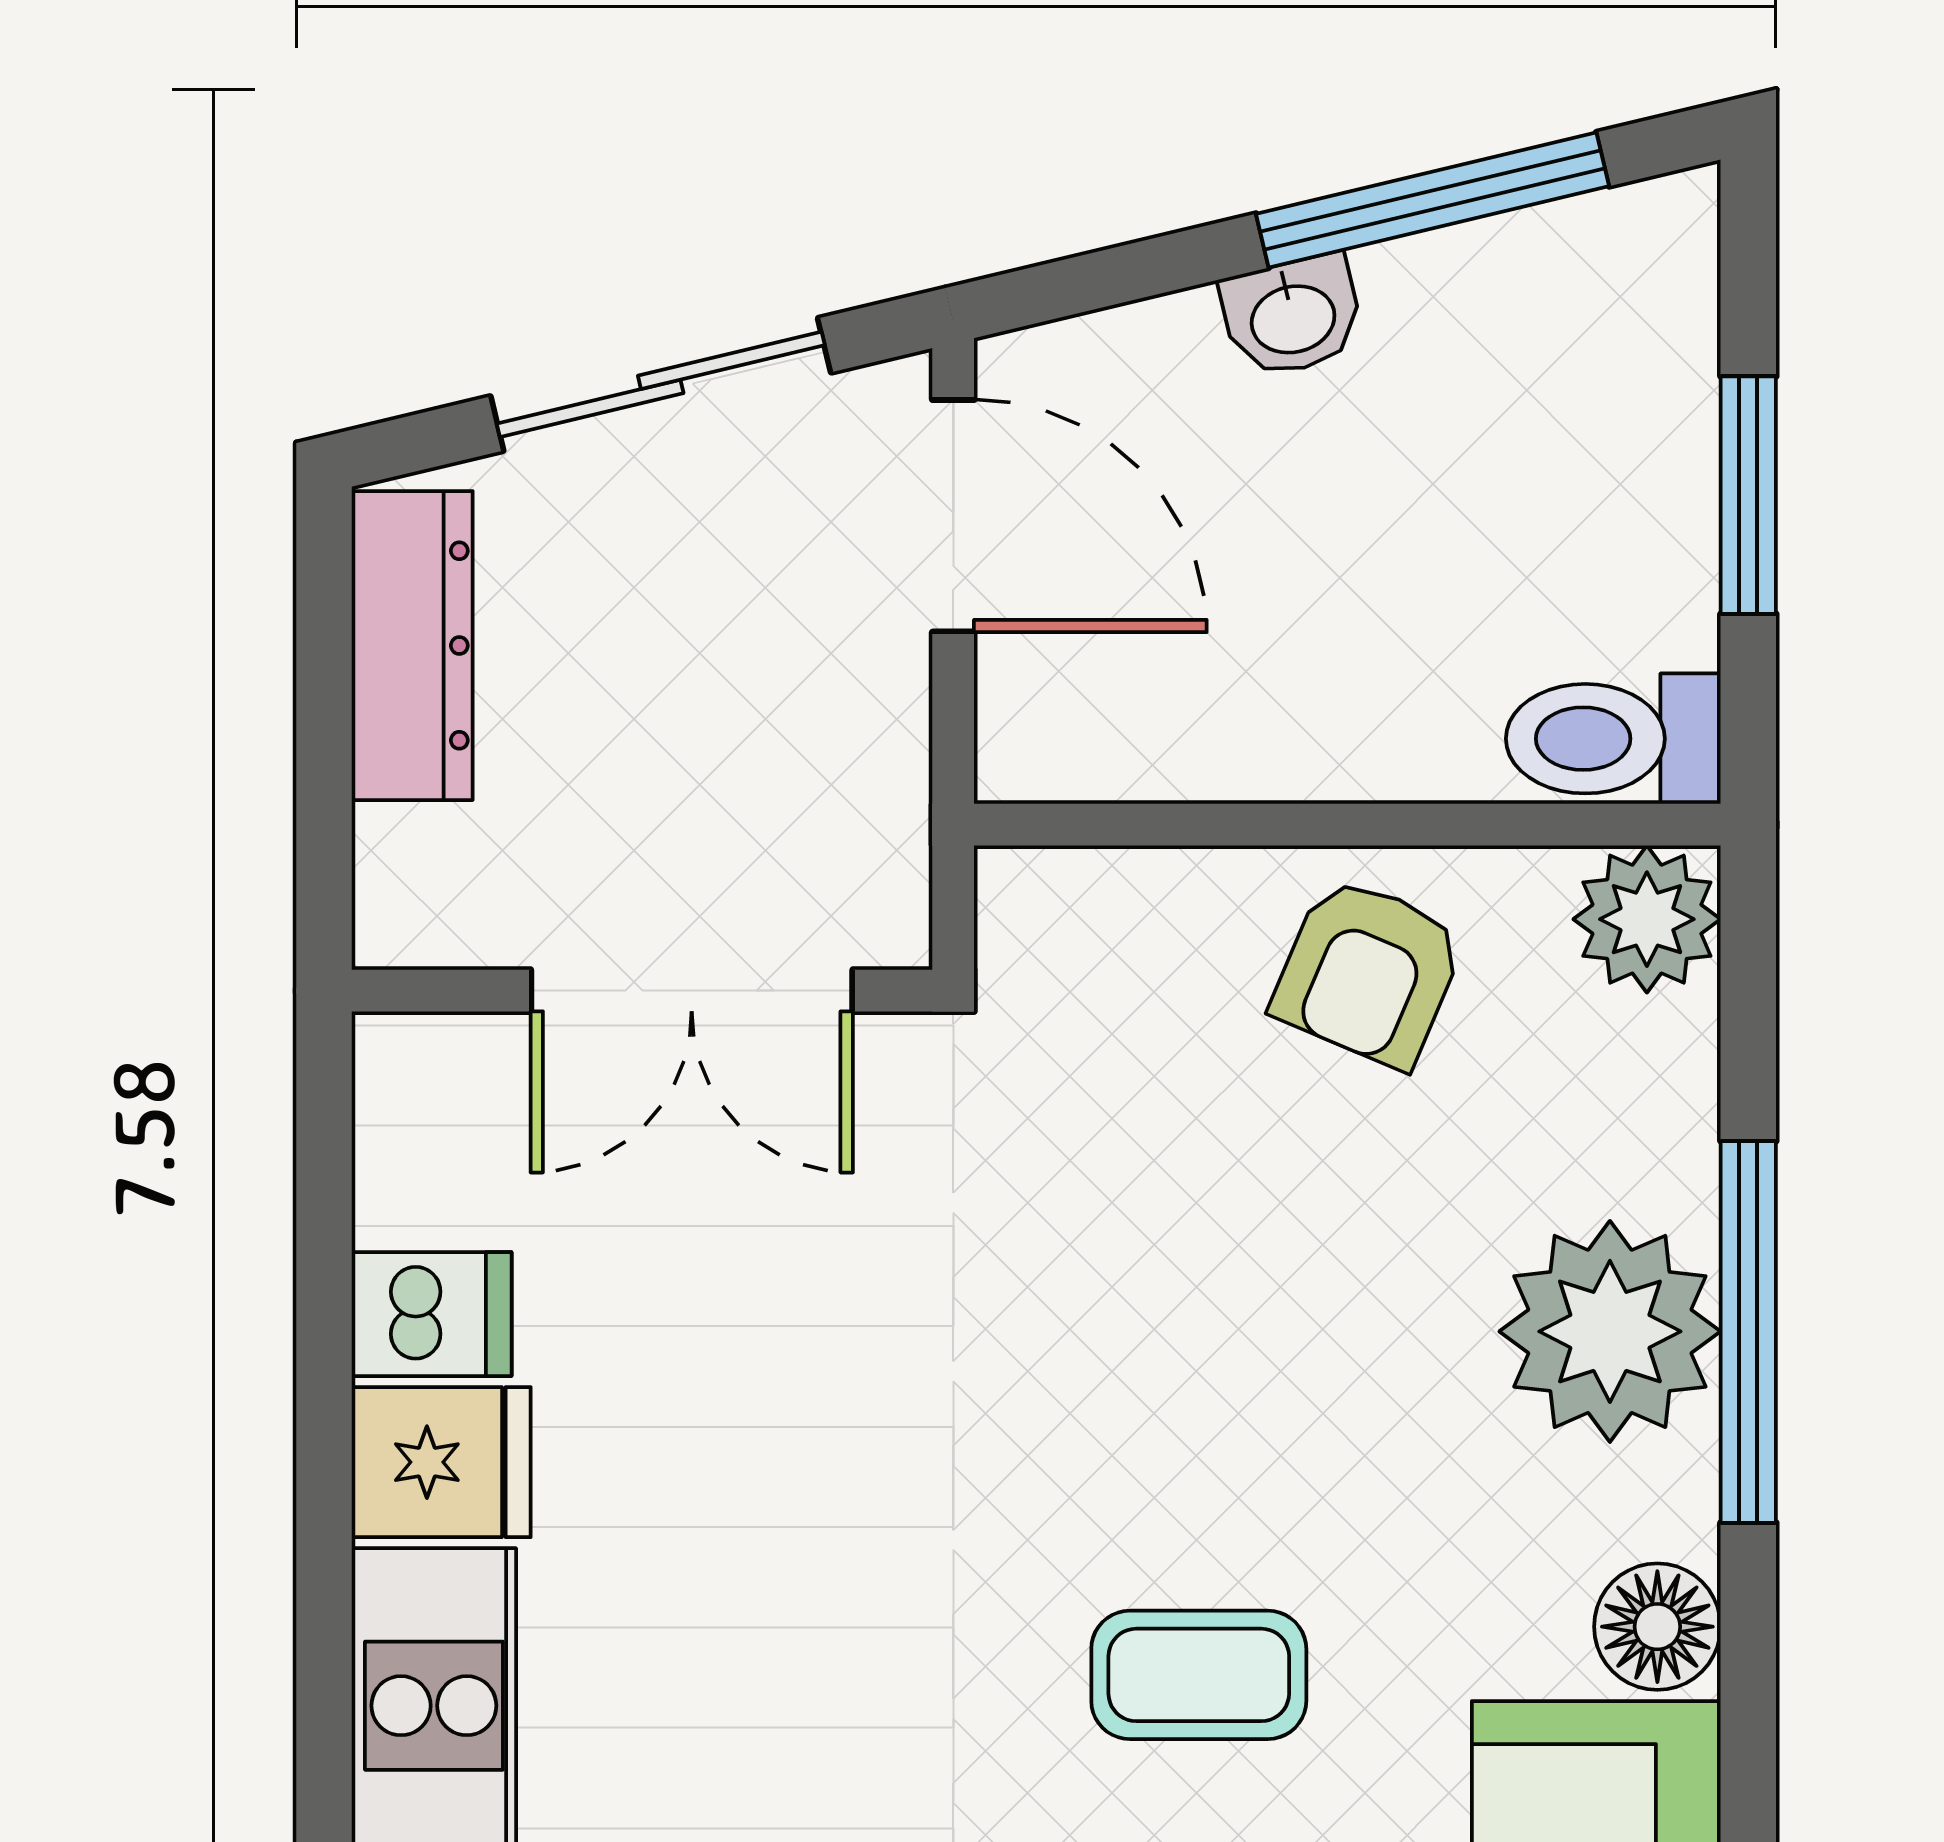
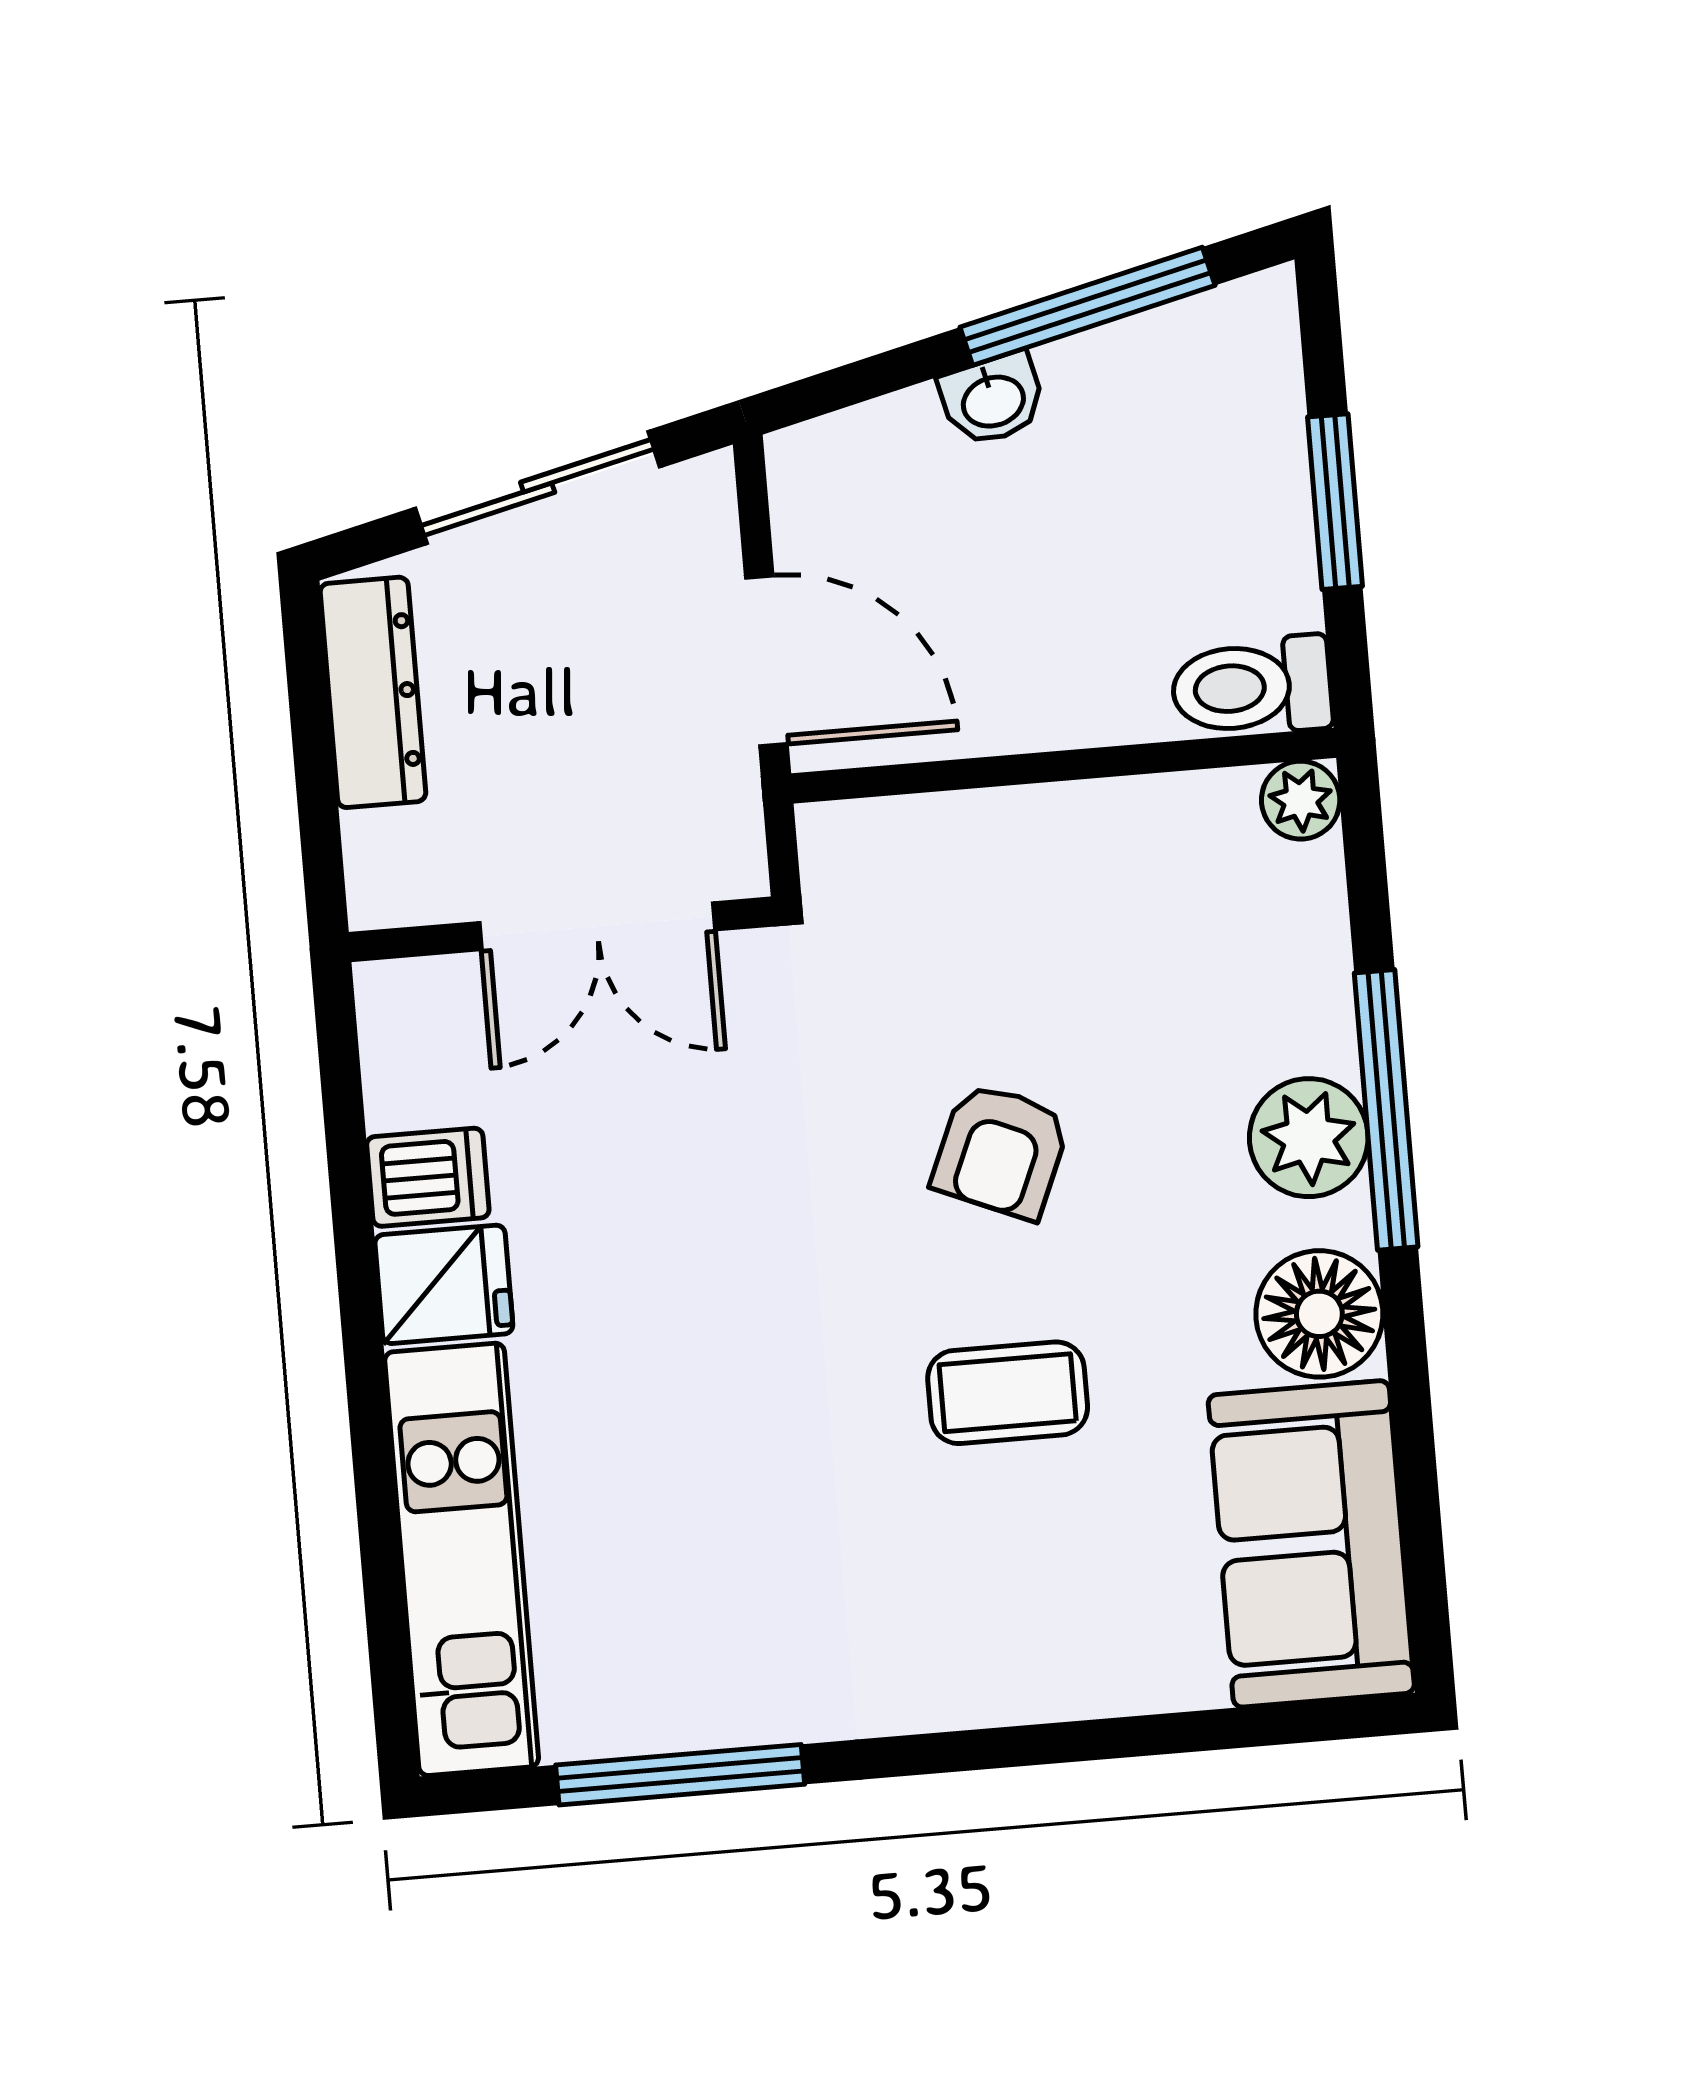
door: (953, 516) -> (766, 661), moved
plant: (1647, 919) -> (1301, 800), width x0.73, depth x0.73
armchair: (1368, 972) -> (1001, 1151), moved
plant: (1610, 1331) -> (1309, 1138), width x0.73, depth x0.73
floor lamp: (1657, 1627) -> (1319, 1314), width x1.38, depth x1.38

